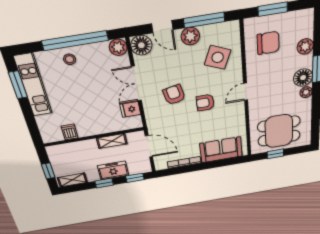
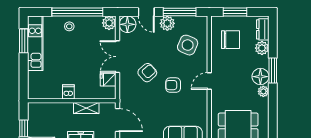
dresser: (307, 25) -> (263, 29), added
armchair: (174, 95) -> (147, 73), turned 60
dishwasher: (70, 132) -> (68, 92), moved

